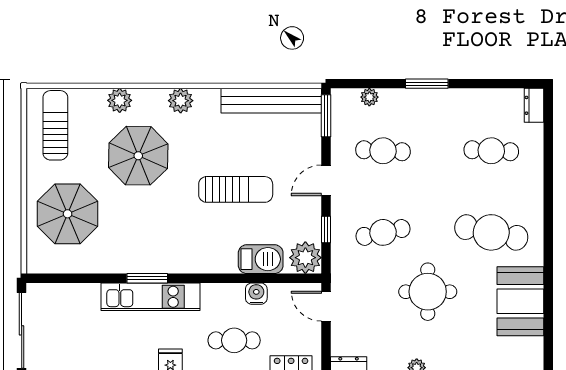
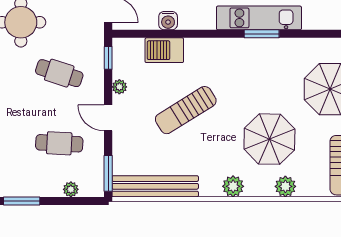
door: (326, 180) -> (108, 118), swing flipped
sun lounger: (236, 189) -> (186, 110), turned -32
window: (326, 229) -> (108, 58), moved
cafe table: (383, 232) -> (59, 73), turned 30
plant: (305, 258) -> (119, 87), moved, width x0.53, depth x0.53

